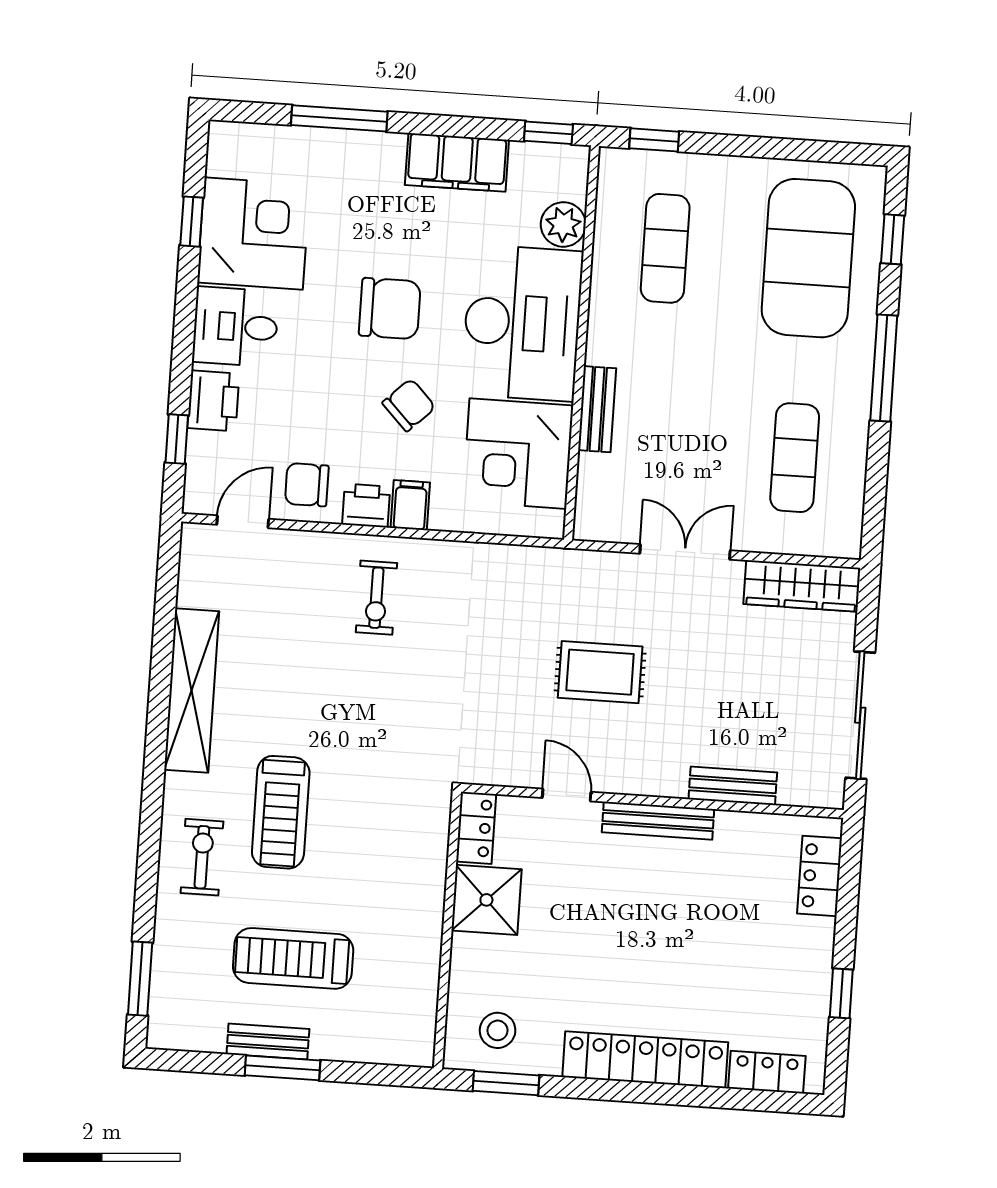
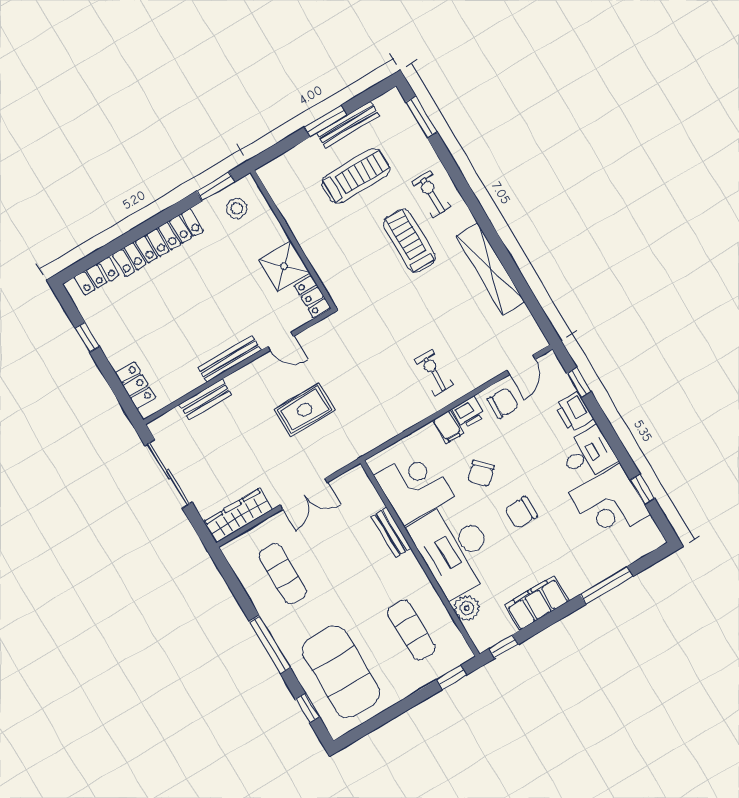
chair: (390, 309) -> (521, 512), width x0.73, depth x0.73
exercise bike: (202, 857) -> (432, 194), turned 180
bench: (268, 1042) -> (348, 124), width x1.36

